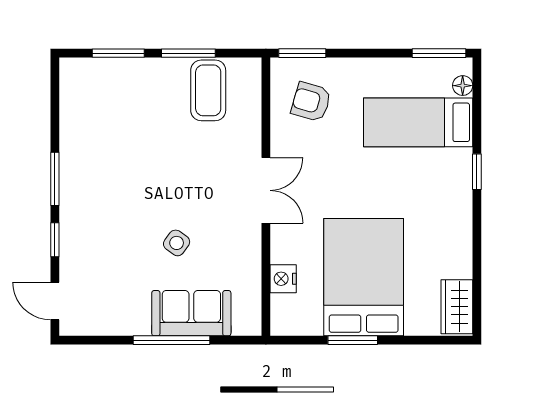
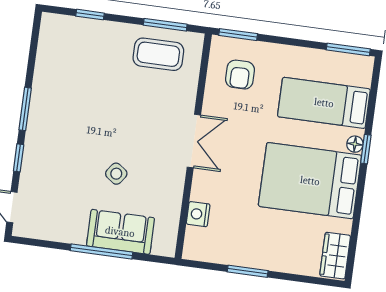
window: (118, 53) -> (90, 15), width x0.67
window: (188, 53) -> (165, 25), moved
floor lamp: (463, 86) -> (355, 144), moved
coffee table: (208, 90) -> (158, 54), turned 90
armchair: (311, 102) -> (240, 75), turned -106
bed: (364, 277) -> (310, 181), moved, turned -90

